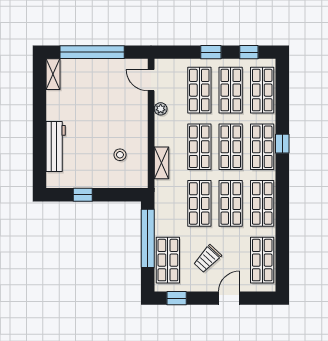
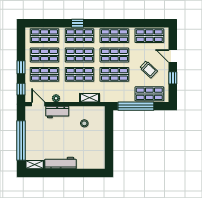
window: (249, 52) -> (21, 89), moved
door: (151, 80) -> (38, 104), swing flipped
workbench: (138, 111) -> (57, 112), added
workbench: (56, 146) -> (61, 163), moved
window: (83, 195) -> (109, 146), removed
window: (177, 298) -> (173, 78), moved

